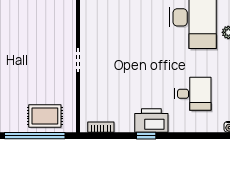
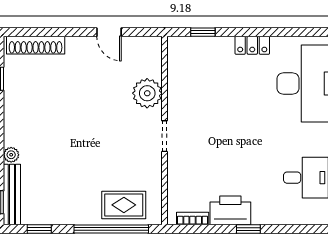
plant: (64, 25) -> (147, 93), added
printer: (151, 120) -> (230, 210), moved

